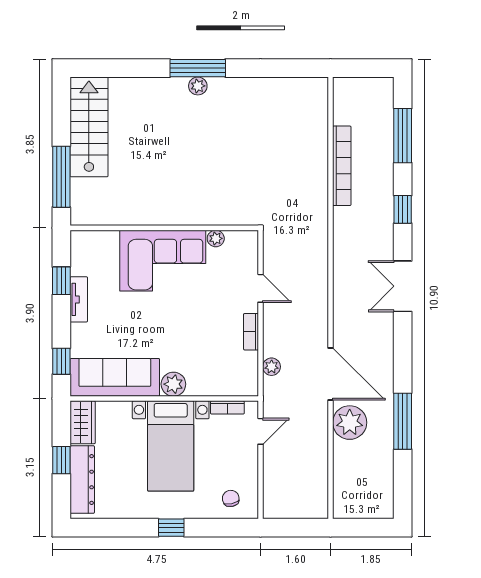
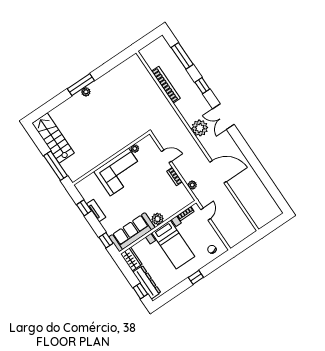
window: (403, 421) -> (260, 171), removed
plant: (350, 423) -> (200, 128), moved
window: (61, 460) -> (140, 291), moved

